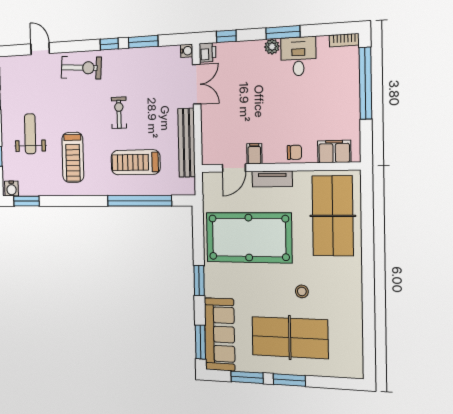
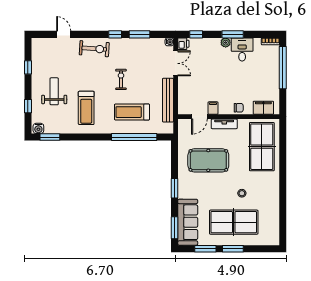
pool table: (249, 238) -> (208, 160), width x0.73, depth x0.76

